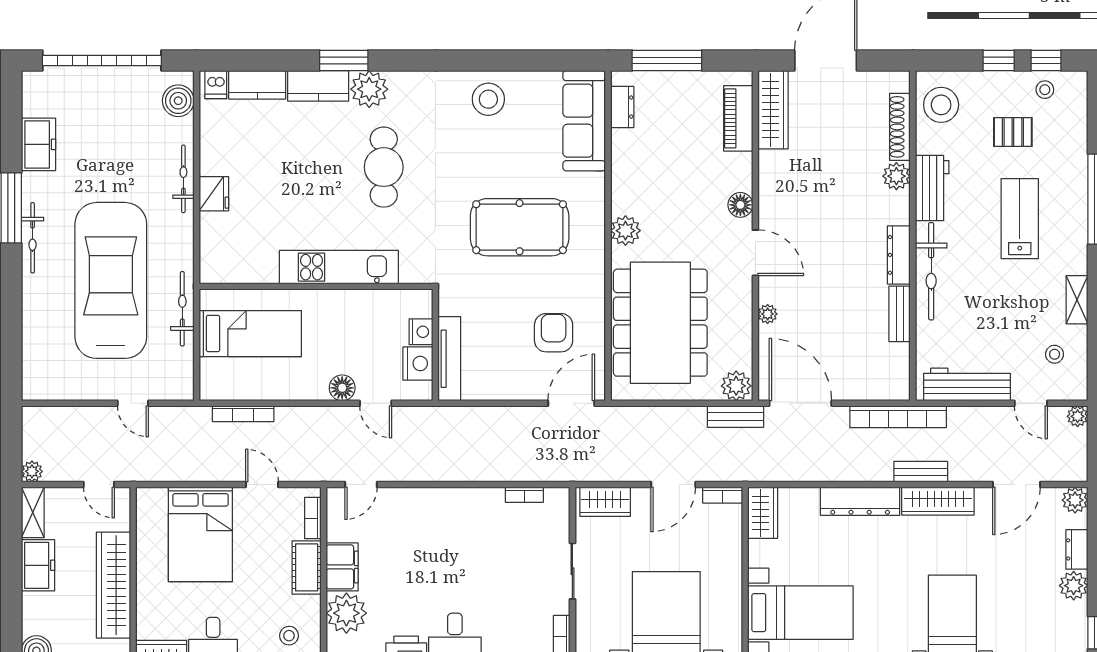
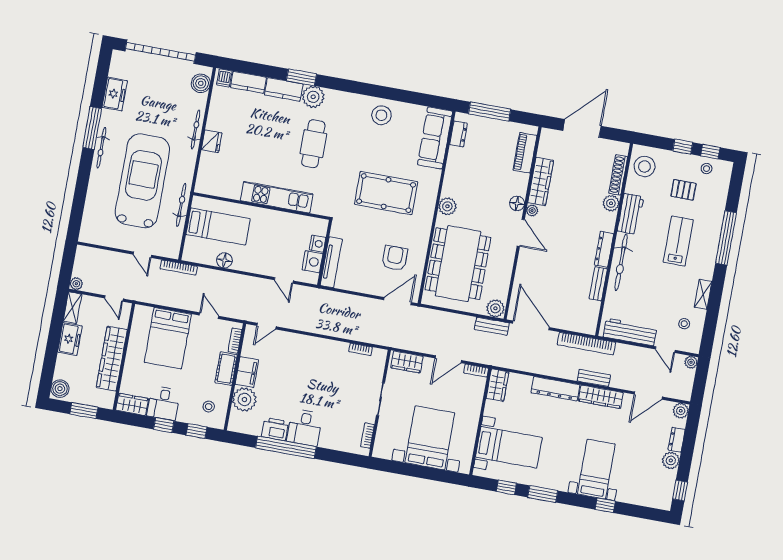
wardrobe: (773, 110) -> (541, 181), moved
plant: (768, 314) -> (532, 211), moved
floor lamp: (342, 388) -> (224, 260), moved
bookcase: (243, 414) -> (179, 268), moved

